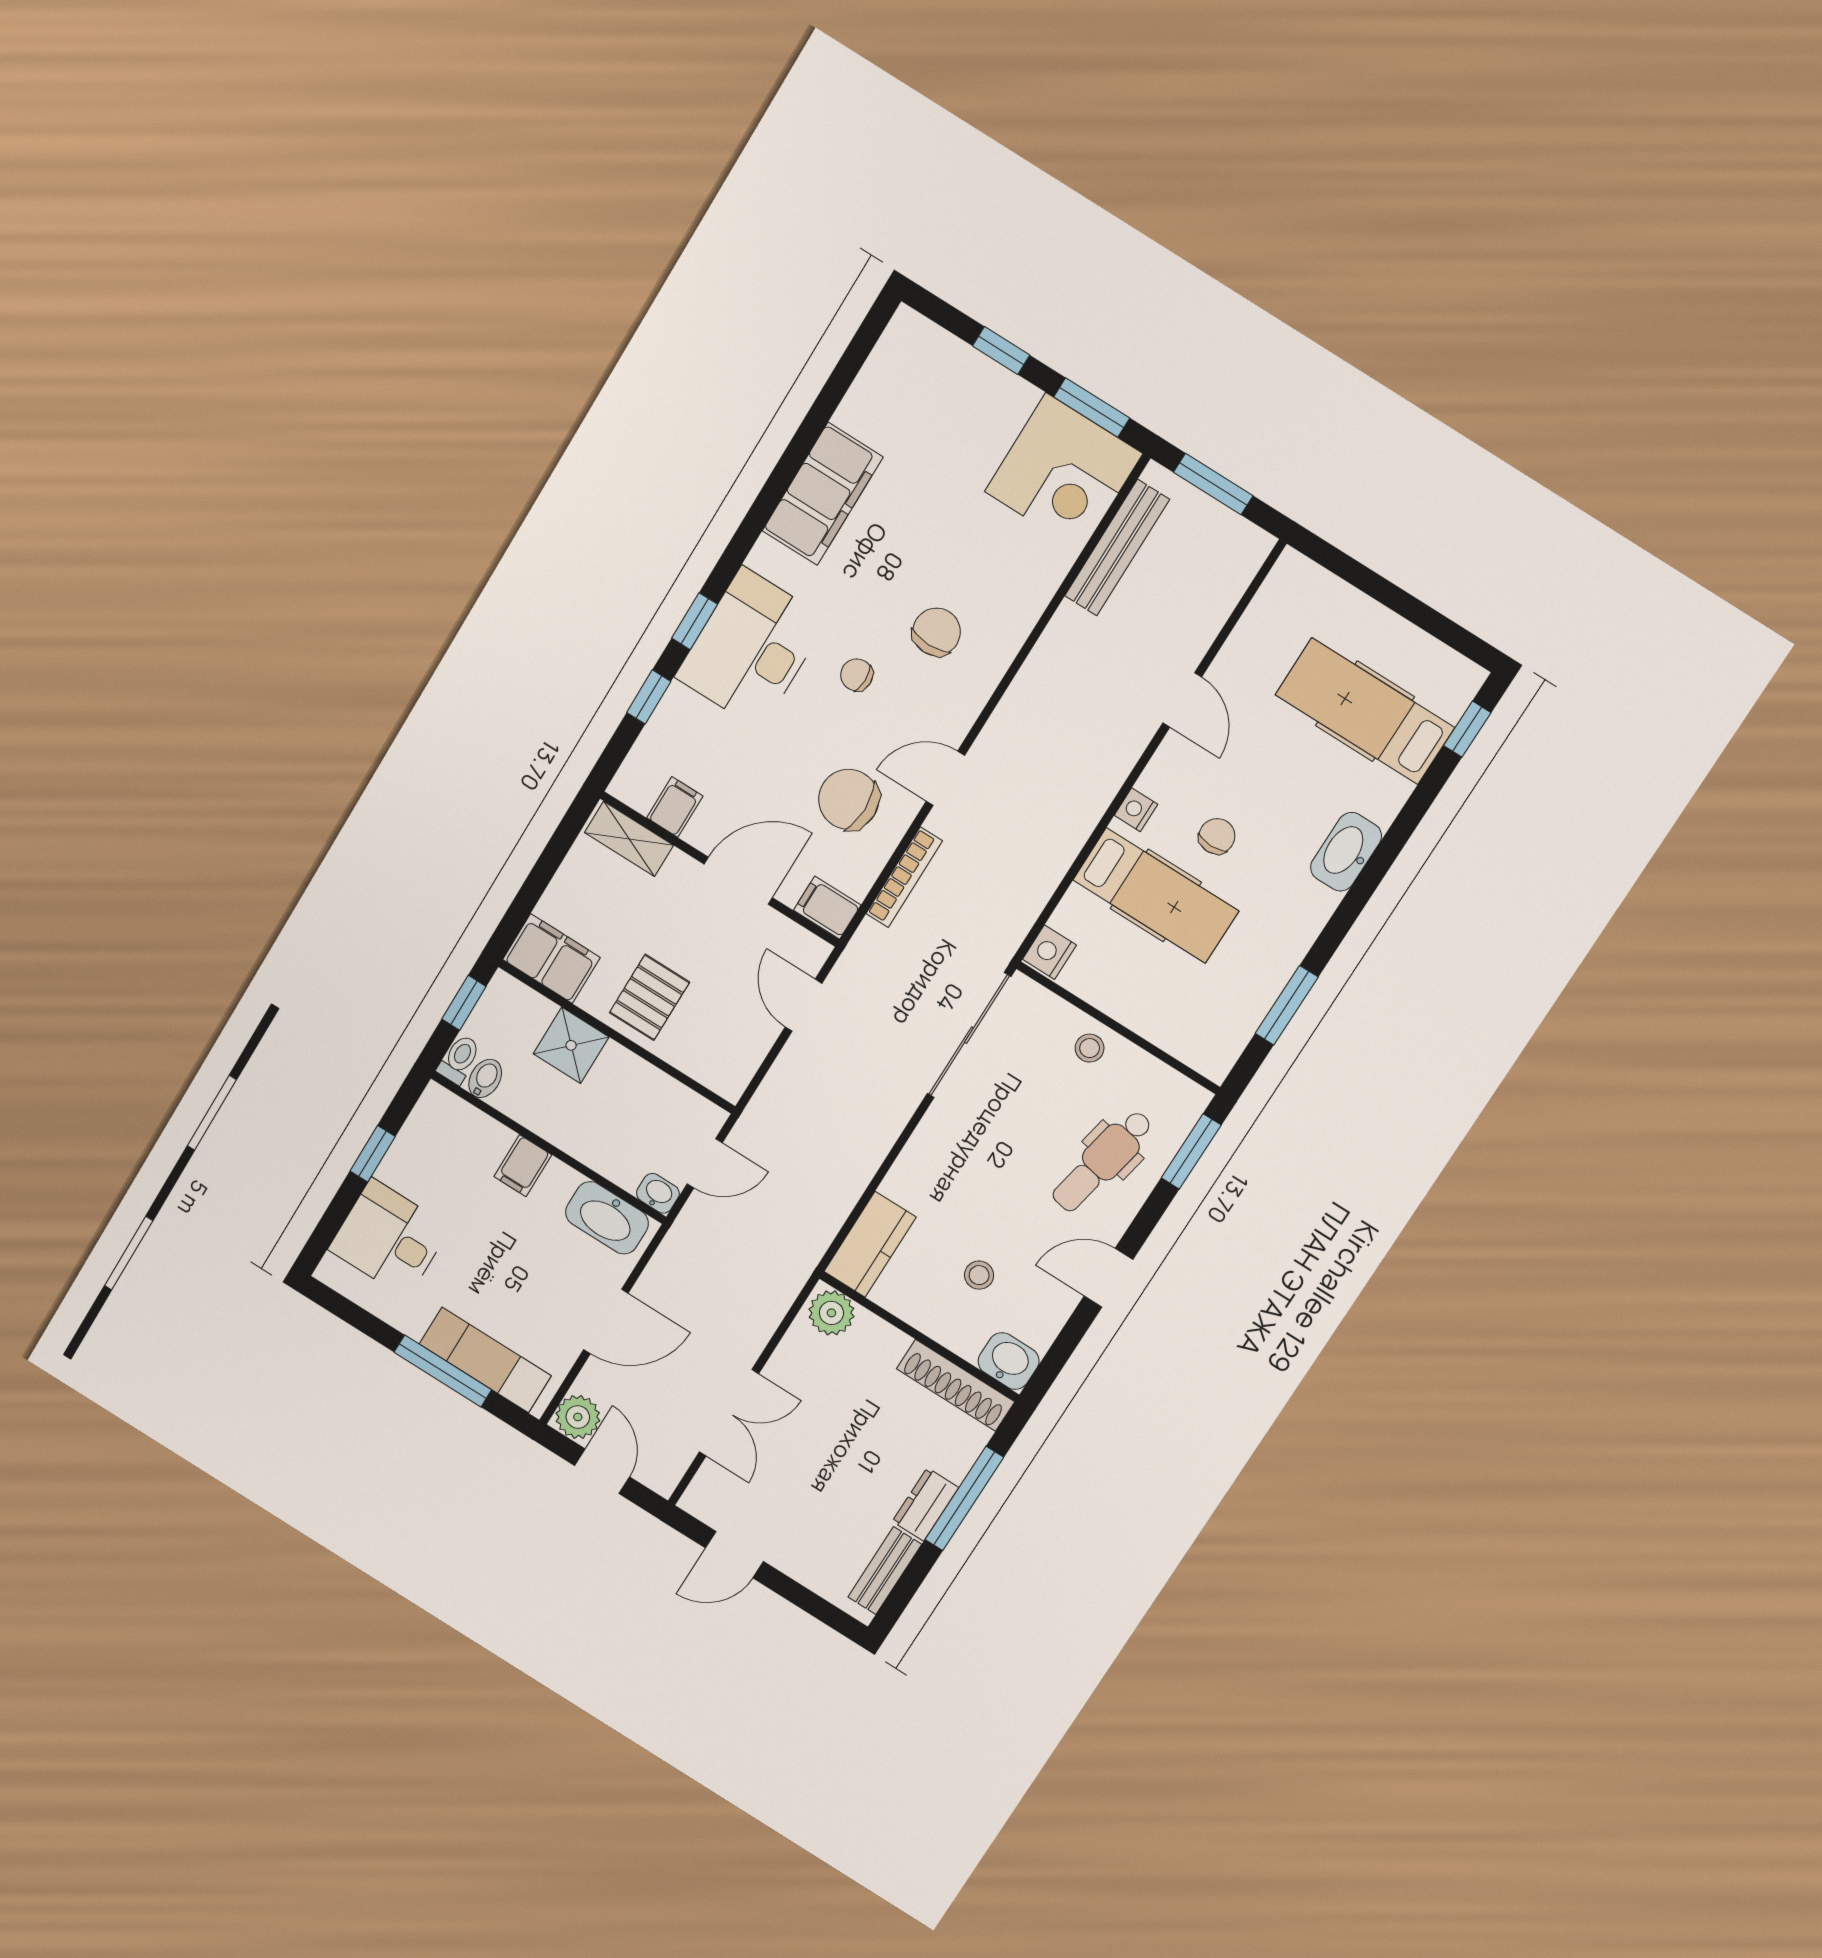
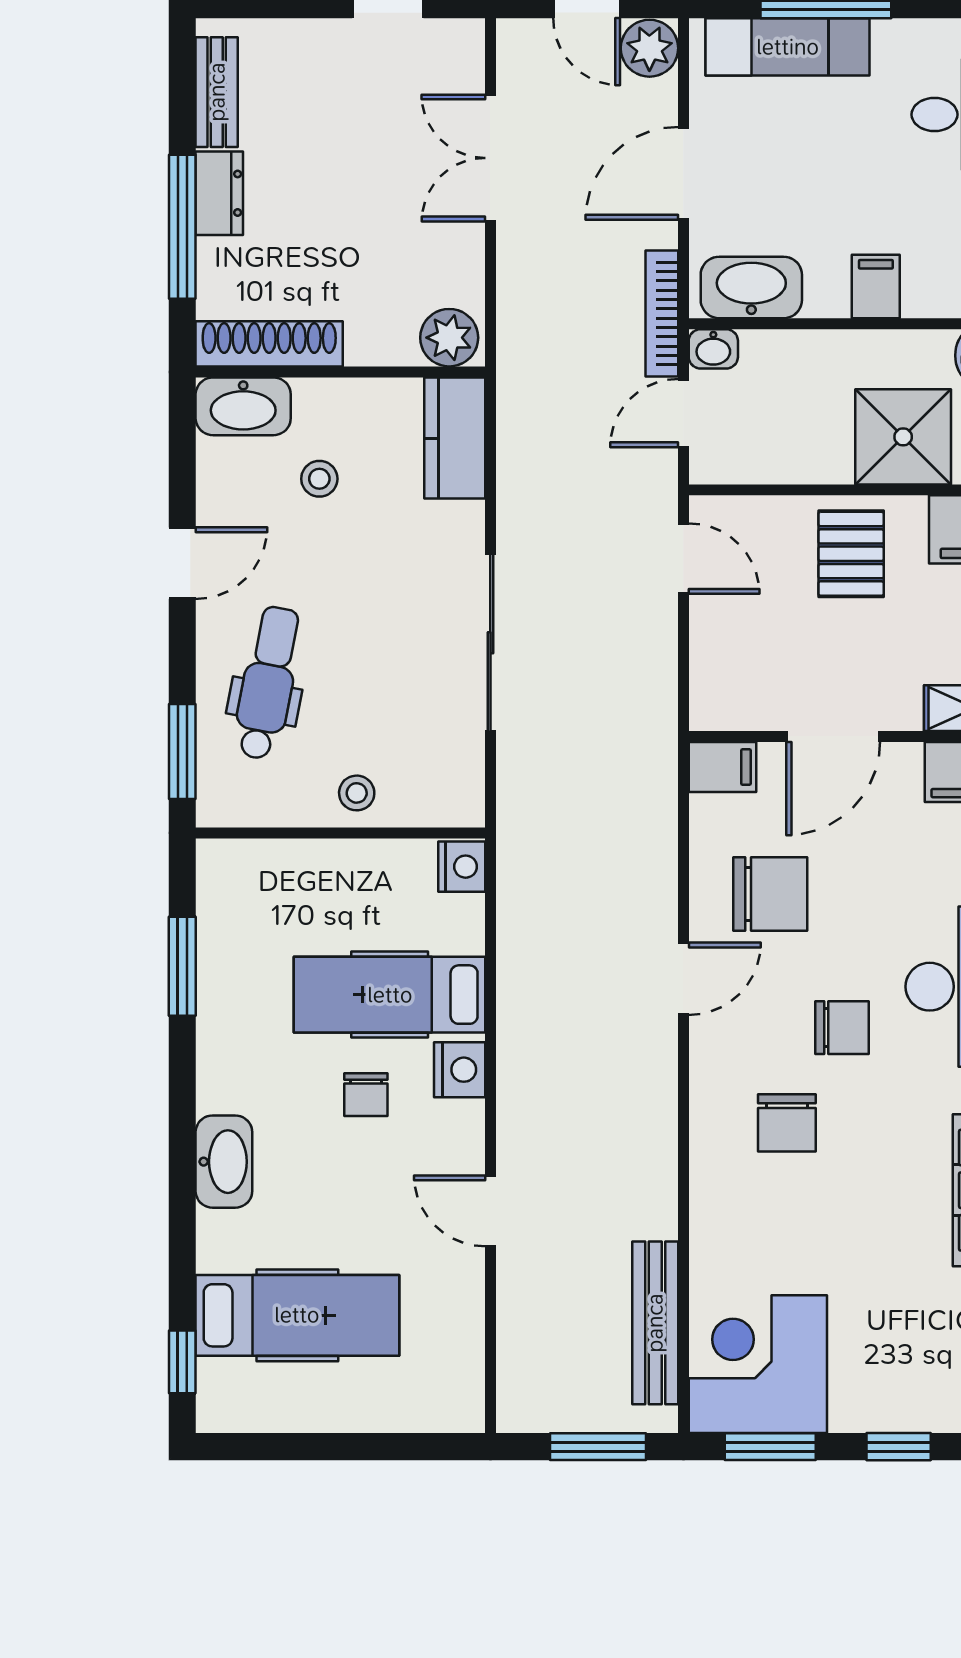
chair: (857, 675) -> (842, 1028), width x1.37, depth x1.37
nightstand: (1136, 810) -> (460, 1070), width x1.39, depth x1.35
bookcase: (904, 877) -> (662, 314), moved
door: (804, 1005) -> (683, 559), moved
sliding door: (969, 1035) -> (490, 643), moved
shower: (571, 1045) -> (903, 437), width x1.36, depth x1.36
washbasin: (1009, 1361) -> (243, 406), width x1.38

